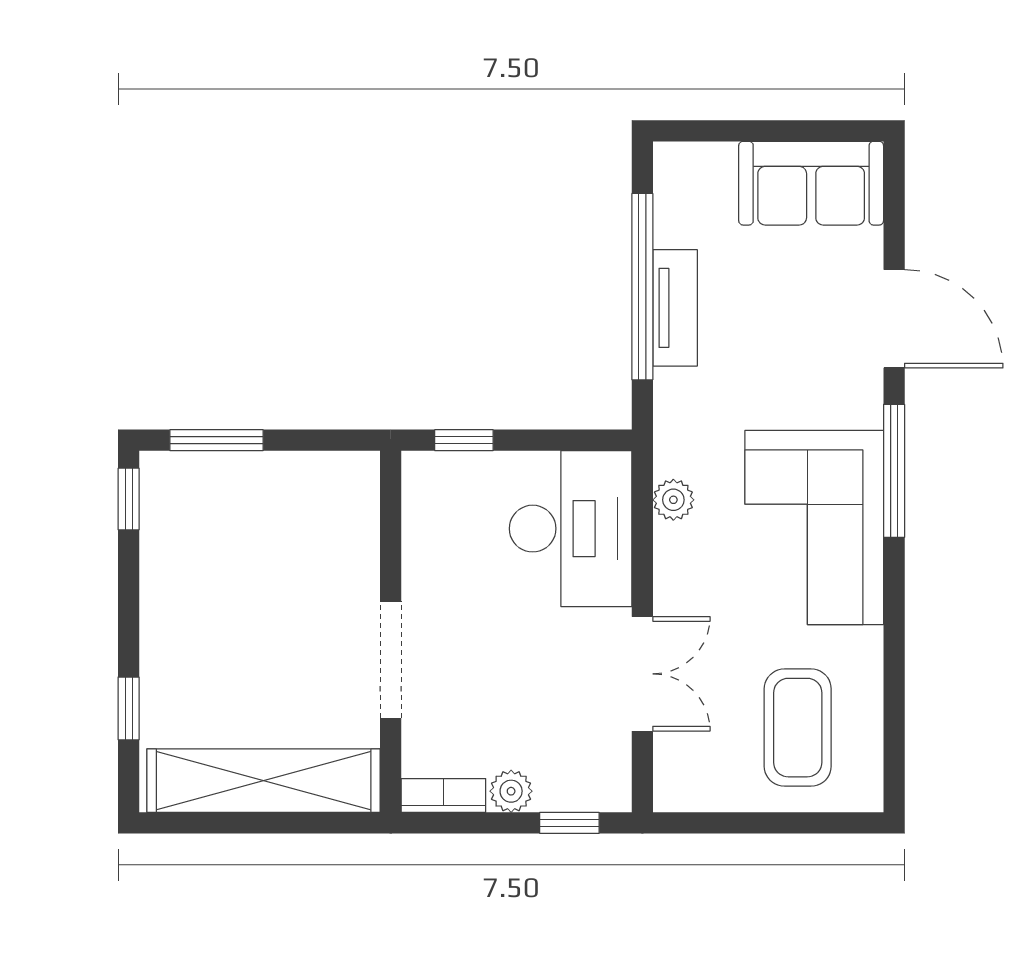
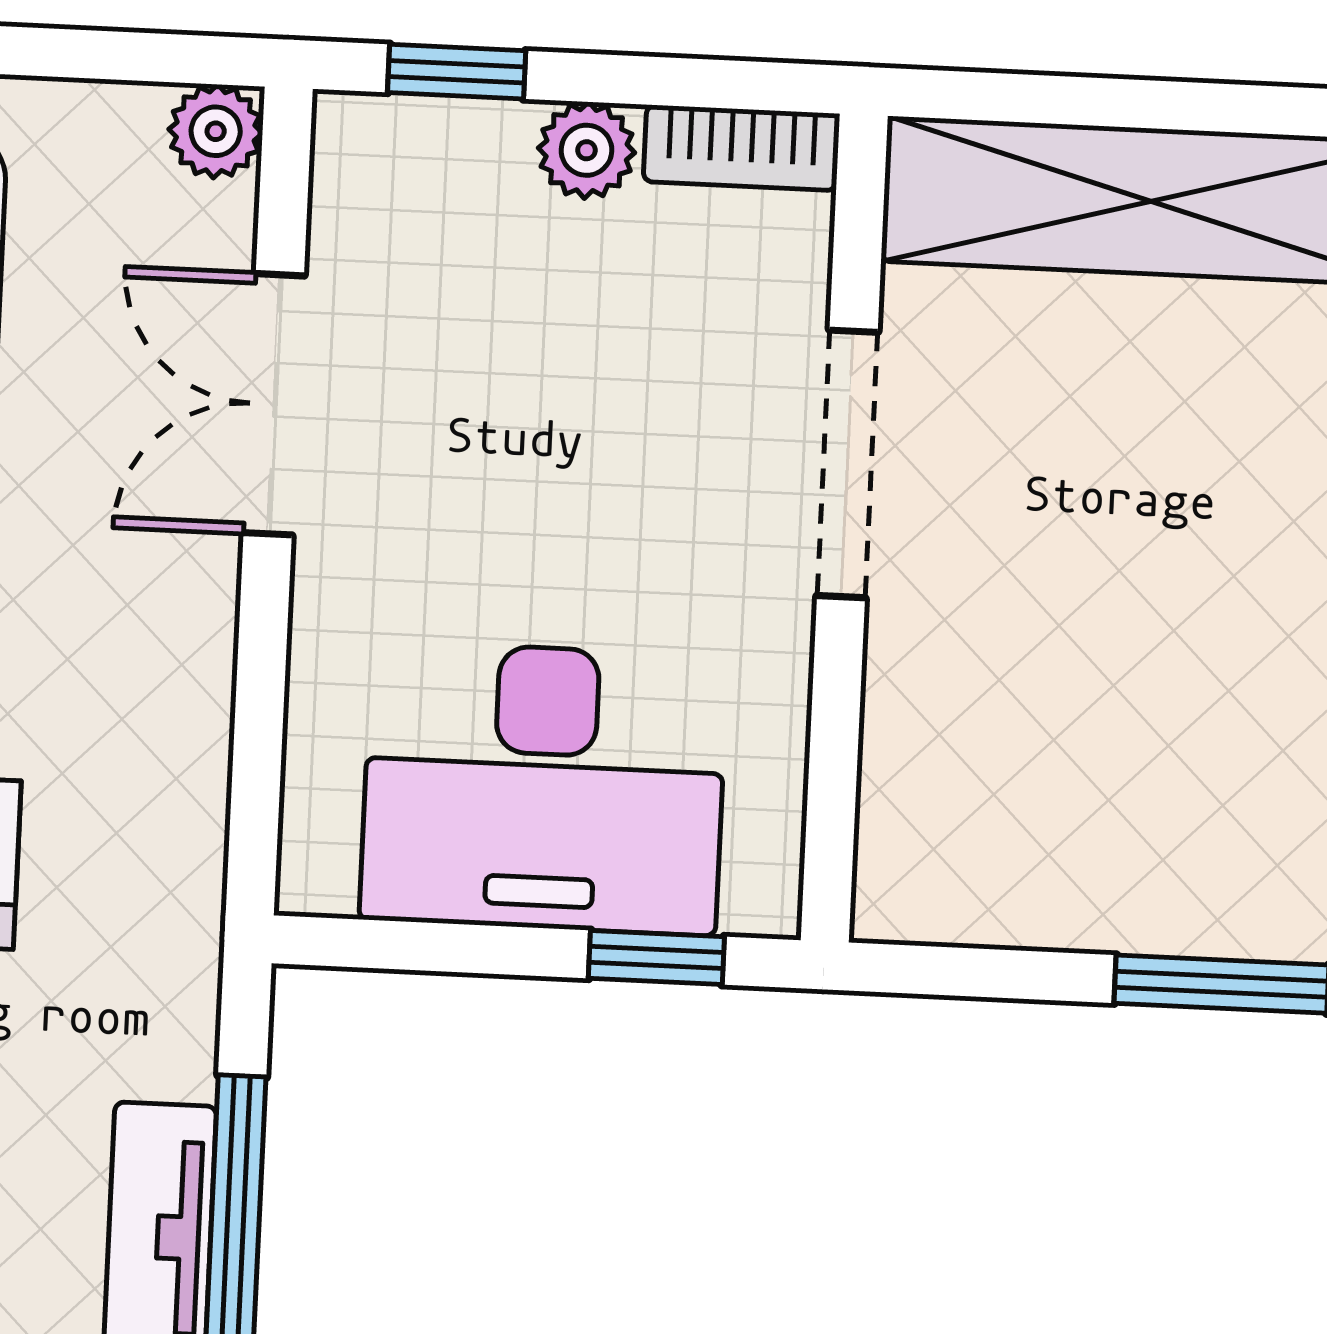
plant: (673, 500) -> (216, 131), moved
desk: (571, 529) -> (544, 788), moved, turned -90

